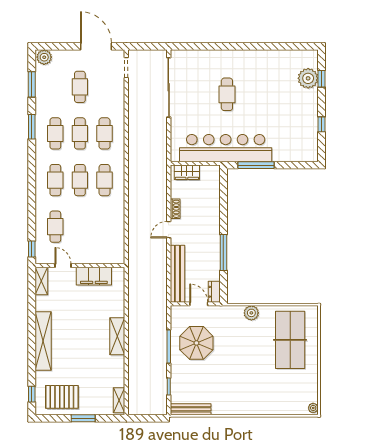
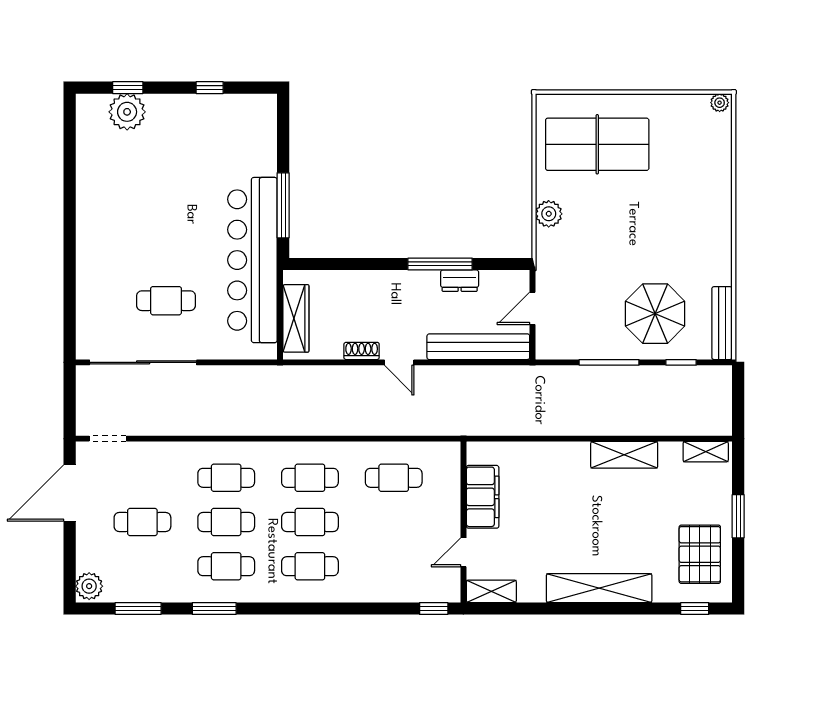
cafe table: (227, 94) -> (166, 301), moved
wardrobe: (187, 172) -> (296, 318), width x1.50
cafe table: (55, 227) -> (394, 478), moved
dresser: (214, 292) -> (460, 281), moved
shelving: (117, 336) -> (624, 455), moved
parasol: (196, 343) -> (655, 314), moved

